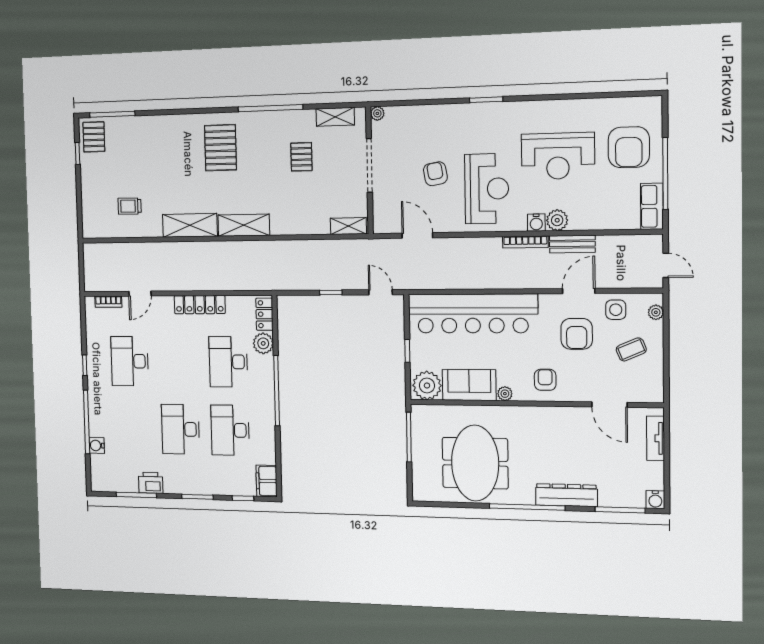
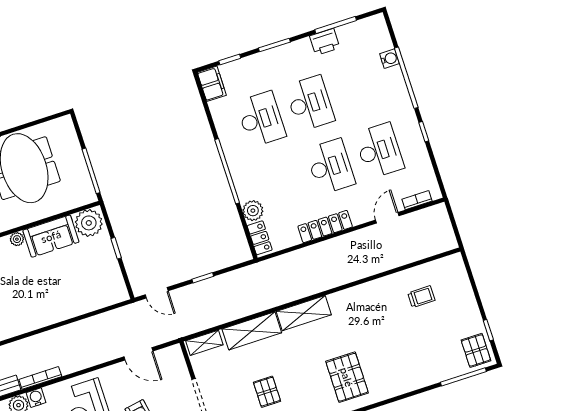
shelving: (190, 225) -> (252, 331), moved
bar counter: (473, 313) -> (67, 301), removed
desk: (228, 362) -> (330, 167), moved

